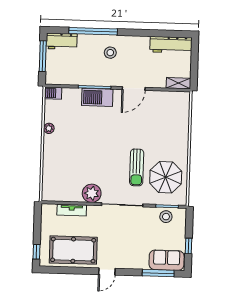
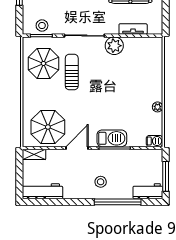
parasol: (163, 111) -> (48, 127), added

